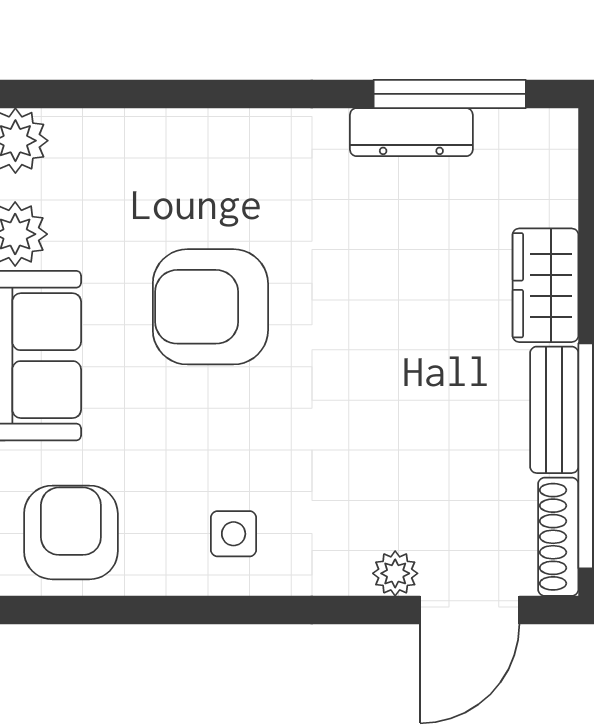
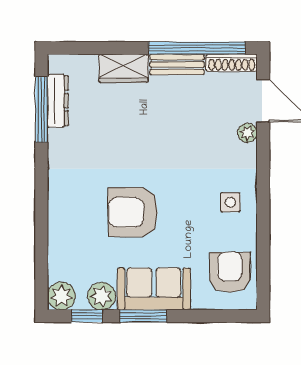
dresser: (411, 132) -> (58, 101), moved
armchair: (210, 307) -> (133, 212), turned 90
armchair: (71, 532) -> (230, 272), turned 90

